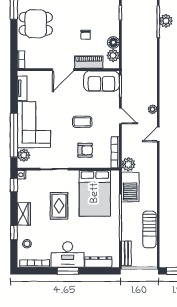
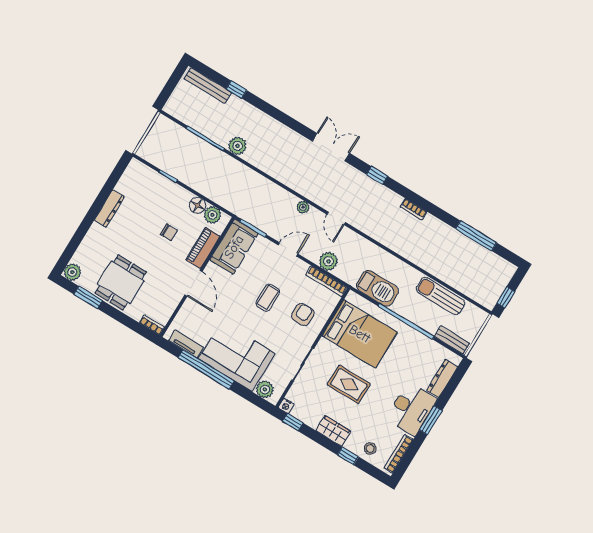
plant: (166, 21) -> (238, 146), moved
window: (14, 135) -> (206, 369), moved
plant: (128, 164) -> (328, 261), moved
sun lounger: (150, 230) -> (440, 296), turned 180

